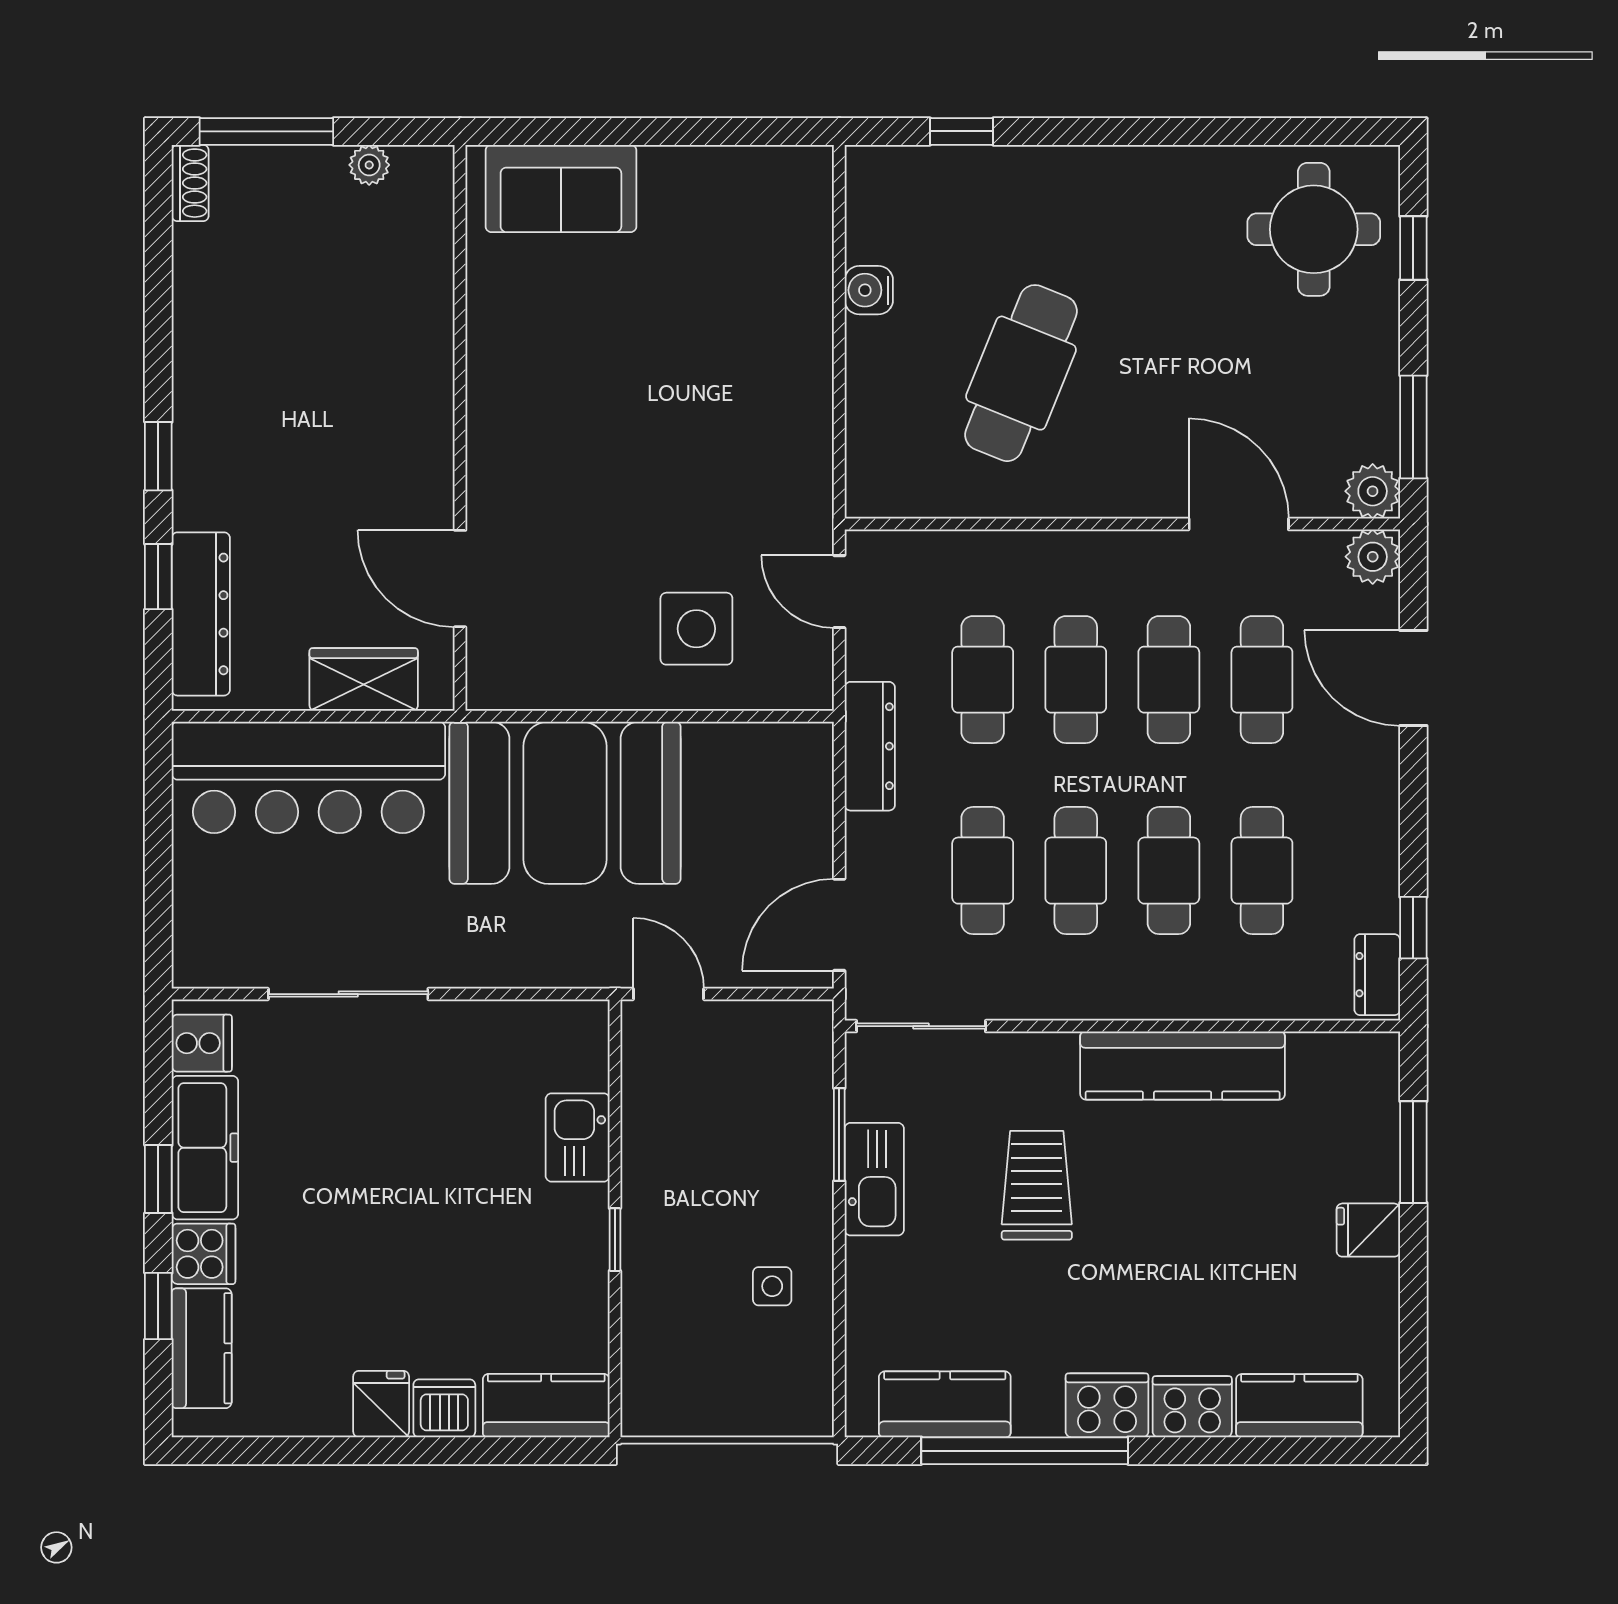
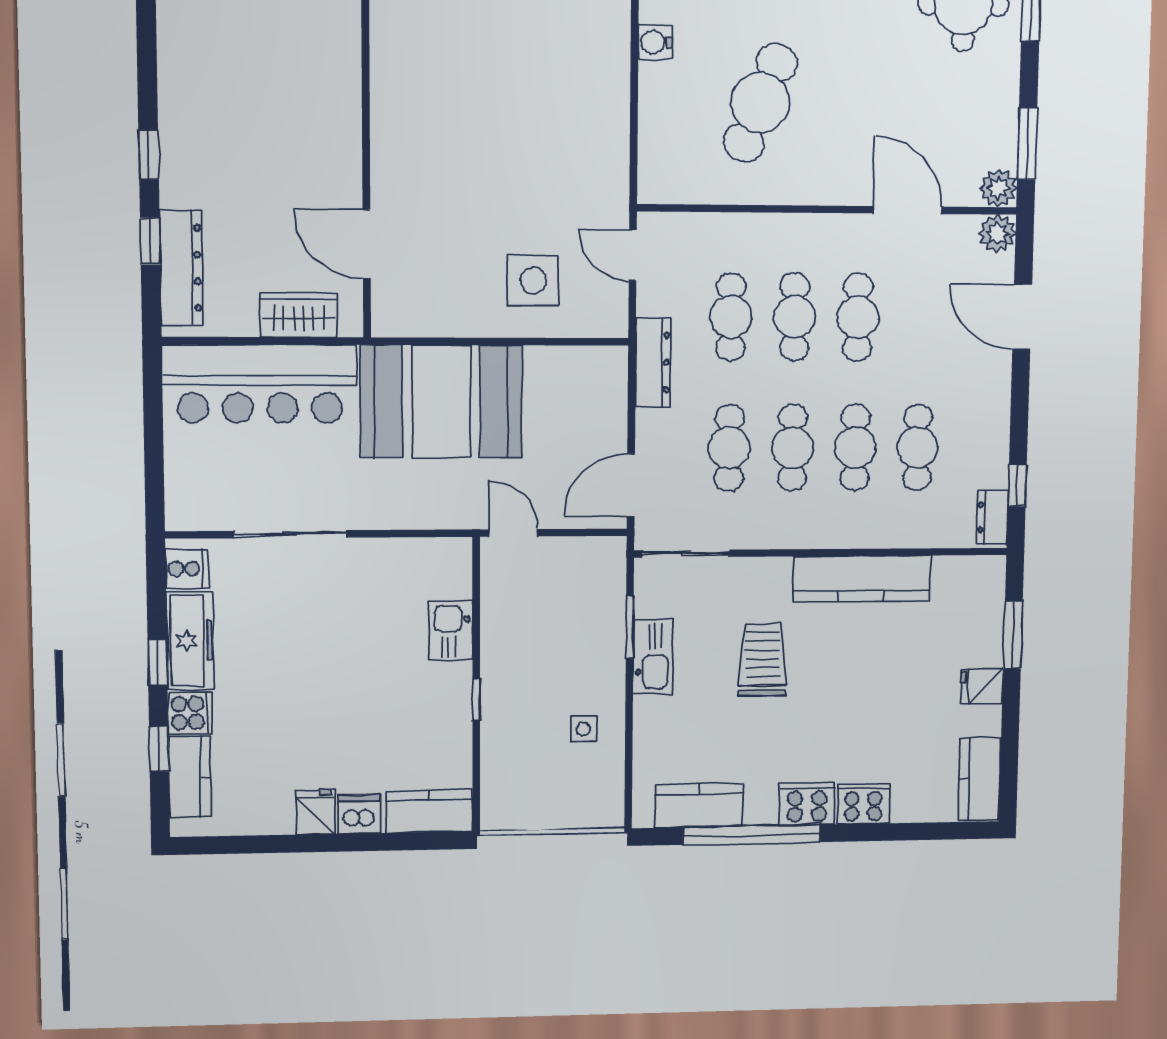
cafe table: (1262, 680) -> (921, 317), removed
kitchen counter: (1299, 1406) -> (979, 779), moved, turned -90

